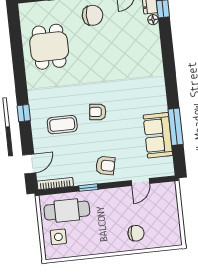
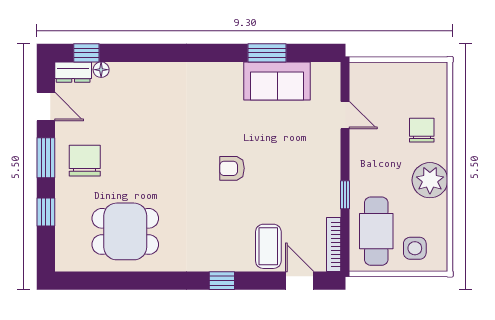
armchair: (98, 112) -> (232, 168), turned 84
coffee table: (62, 125) -> (268, 246), moved
window: (176, 127) -> (267, 53), width x0.69
armchair: (105, 165) -> (314, 165), removed
plant: (104, 242) -> (430, 180), added

